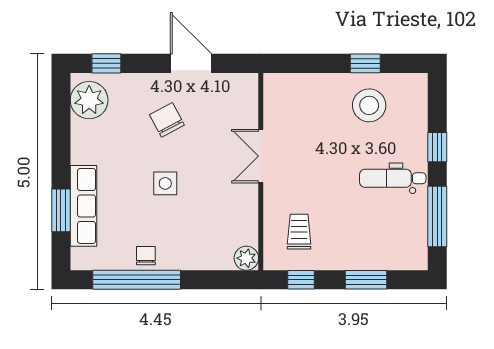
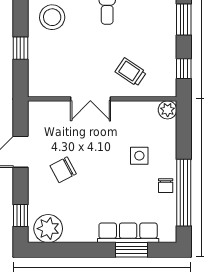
window: (365, 63) -> (20, 48), moved
side table: (165, 183) -> (139, 156), moved
trolley: (299, 232) -> (131, 72), moved, turned 34
chair: (146, 256) -> (166, 186), turned -90

